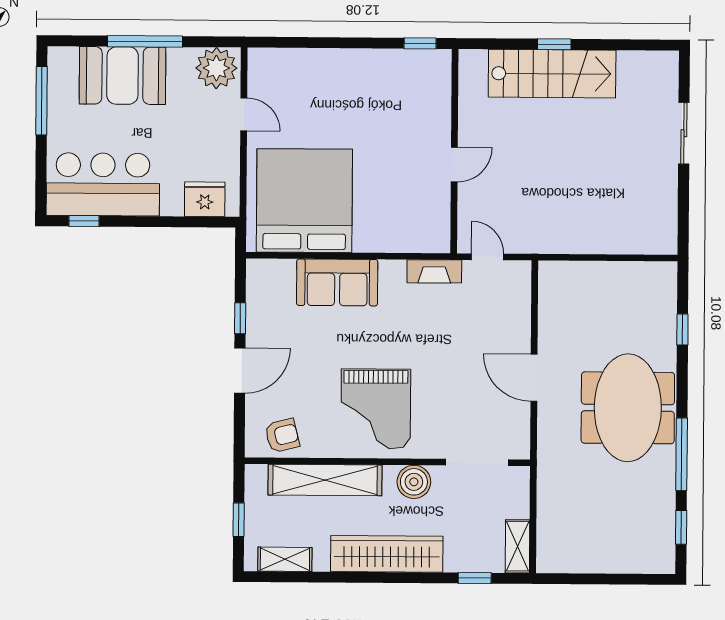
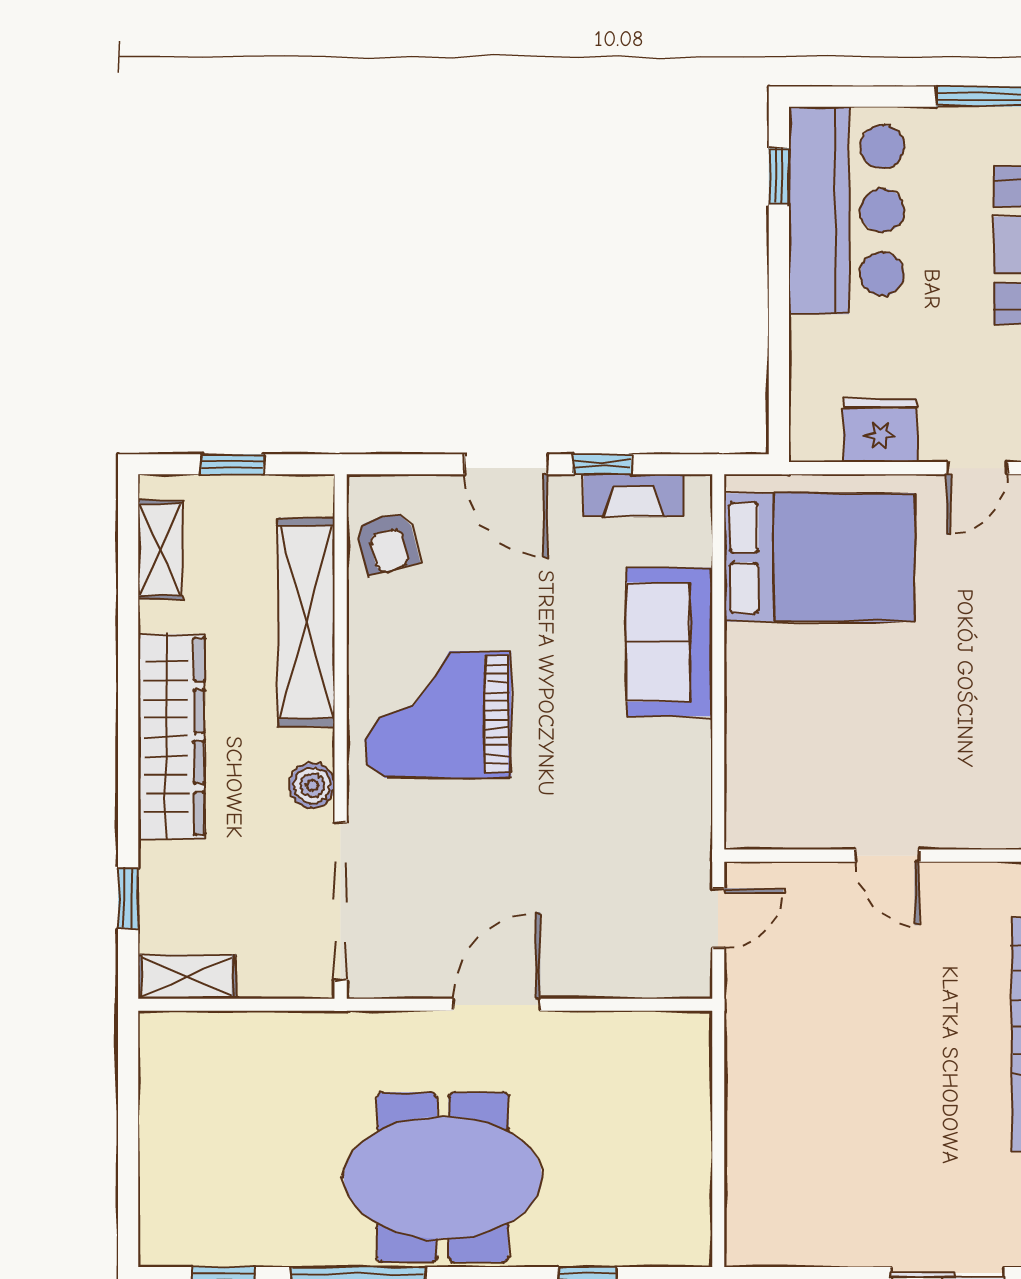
fridge: (205, 199) -> (880, 430), moved, turned -90
bed: (304, 201) -> (819, 558), width x0.73
fireplace: (434, 271) -> (634, 496), moved, turned -90
doorway: (477, 462) -> (341, 901), width x1.36
boiler: (414, 482) -> (312, 786), width x0.73, depth x0.73

